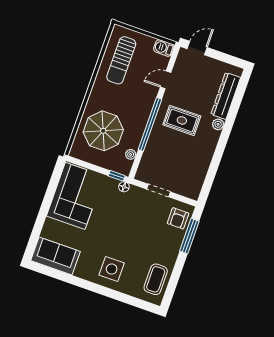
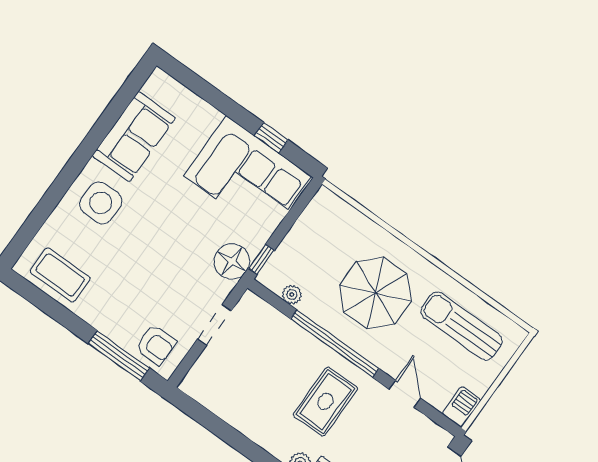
parasol: (103, 131) -> (375, 293), moved
floor lamp: (124, 187) -> (232, 261), width x1.89, depth x1.89
window: (51, 189) -> (271, 138), added
armchair: (178, 218) -> (156, 345), turned 180
sofa: (56, 256) -> (134, 137), moved

